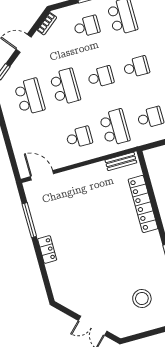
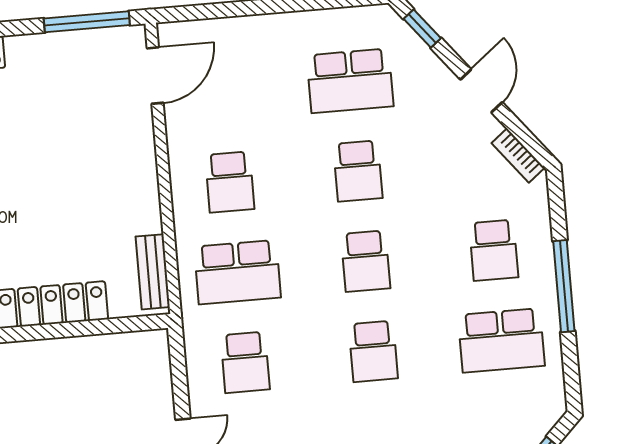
school desk: (65, 87) -> (358, 171), width x0.54
window: (29, 220) -> (87, 22), moved

